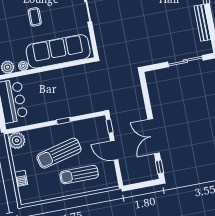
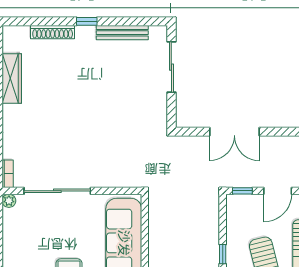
double door: (154, 136) -> (234, 132), moved

